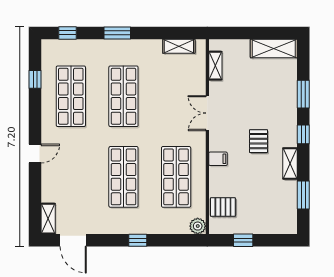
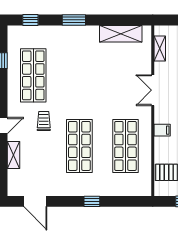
shelving: (179, 46) -> (121, 34), width x1.50, depth x1.33
shop shelf: (123, 96) -> (79, 75), removed
trolley: (83, 148) -> (44, 121), added
shelving: (48, 219) -> (13, 155), moved
plant: (198, 226) -> (144, 189), removed

